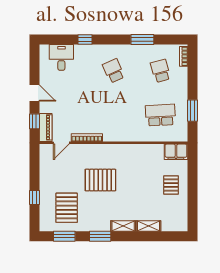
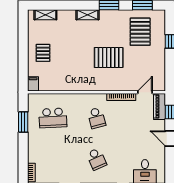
school desk: (160, 71) -> (97, 118), moved
filing cabinet: (176, 152) -> (33, 84), width x0.50
shelving: (148, 226) -> (45, 15), moved

